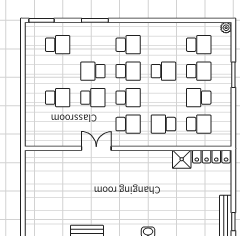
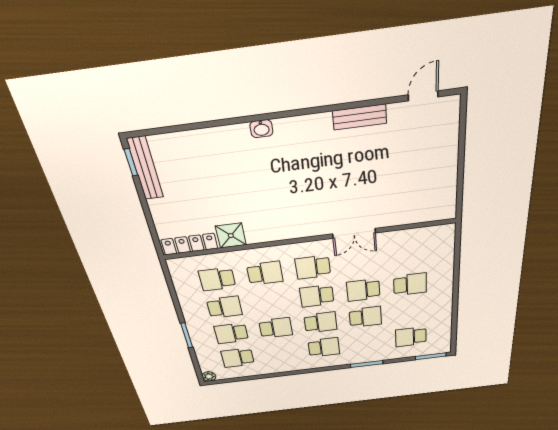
school desk: (128, 45) -> (324, 347), turned 180
school desk: (128, 71) -> (320, 322), turned 180
school desk: (163, 71) -> (276, 328), turned 180
school desk: (58, 98) -> (410, 284), turned 180

